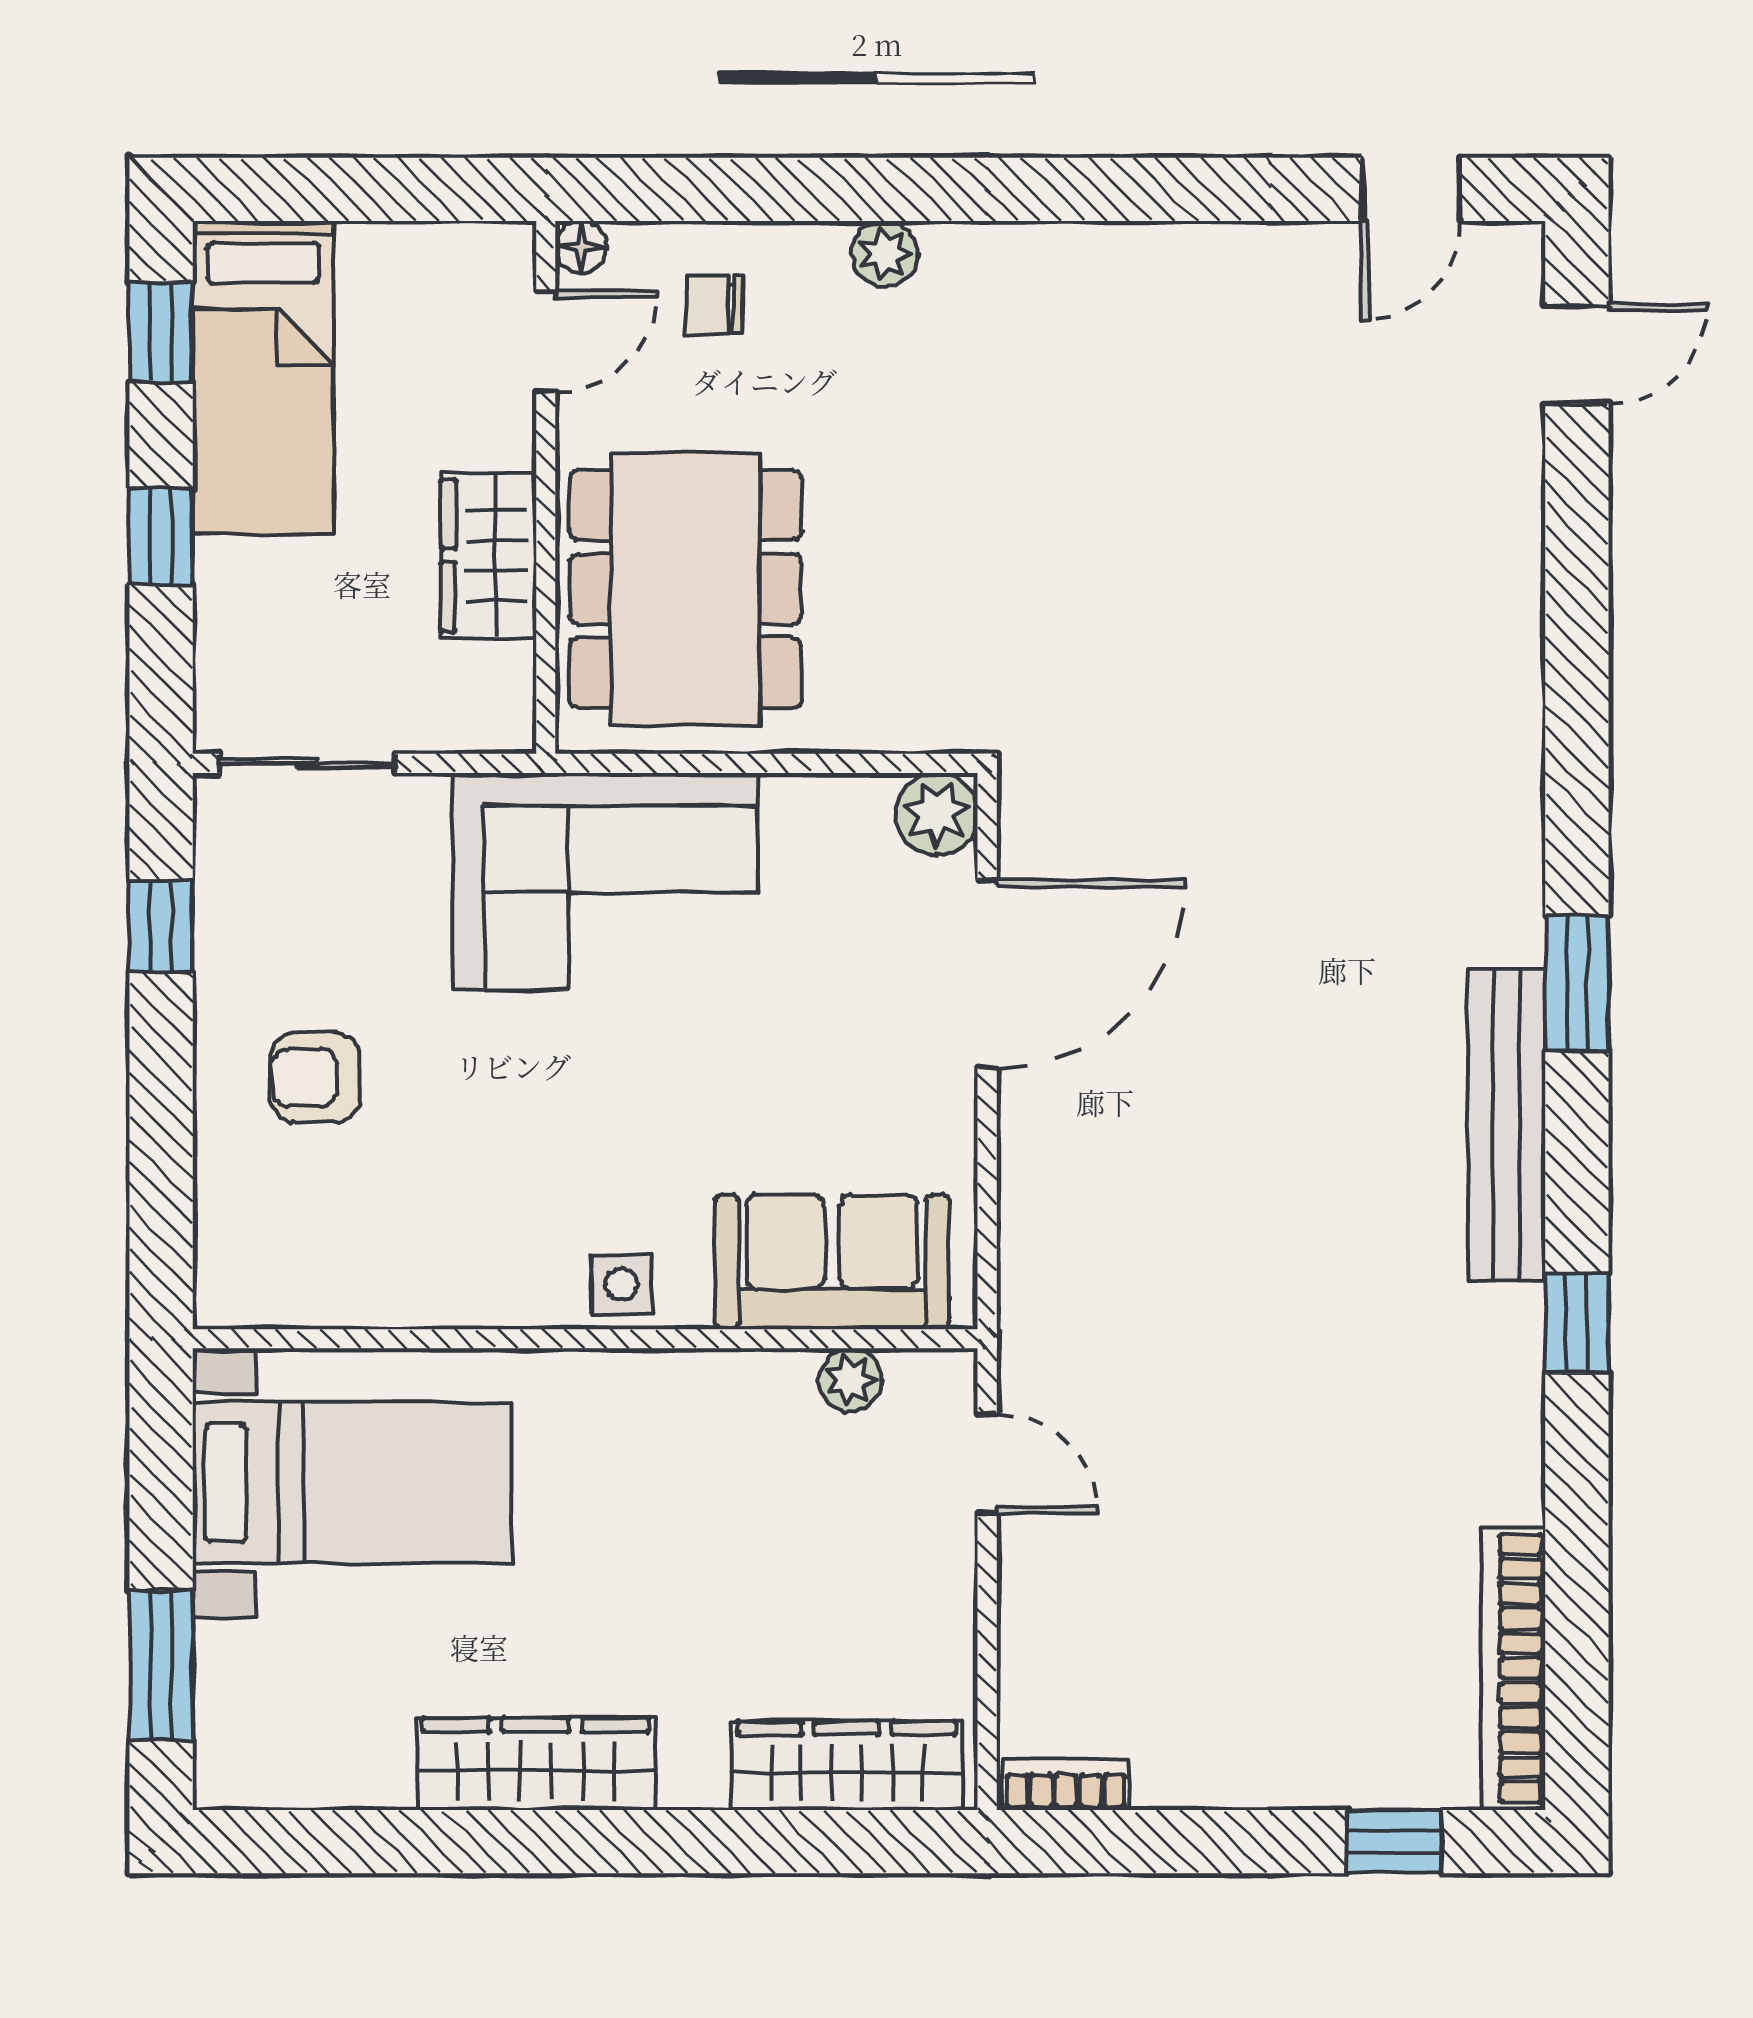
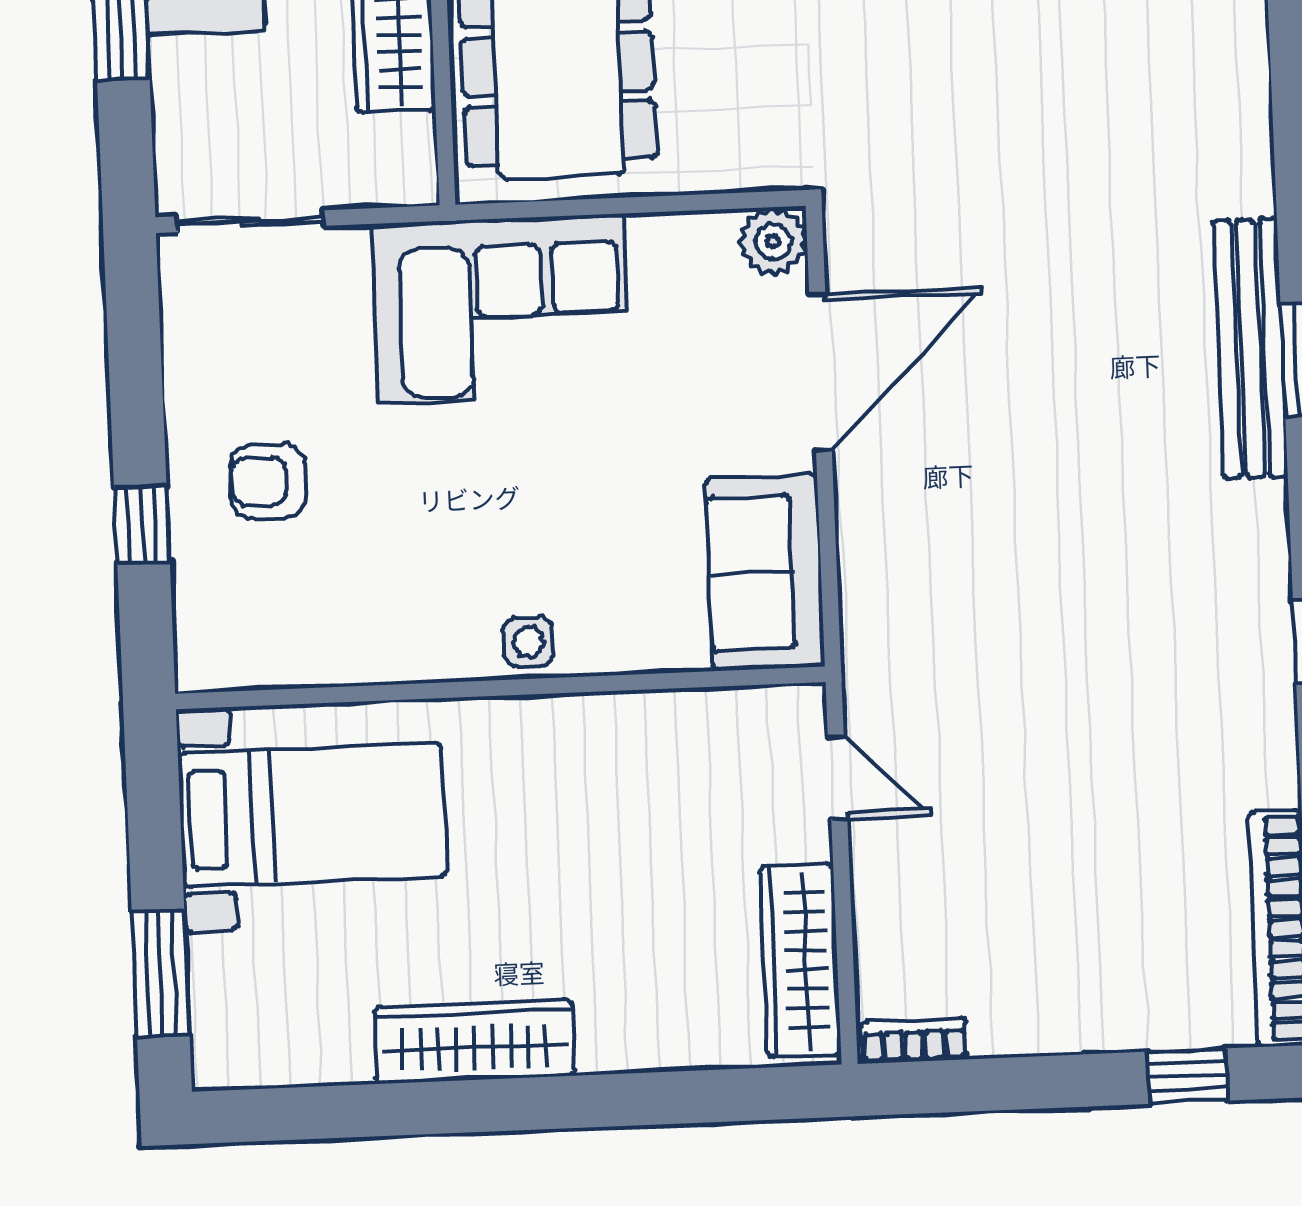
window: (161, 926) -> (142, 524), moved
bench: (1506, 1125) -> (1250, 348), moved
sofa: (832, 1262) -> (765, 572), moved, turned -90
plant: (850, 1380) -> (721, 713), removed
wardrobe: (847, 1766) -> (800, 960), moved, turned -90

